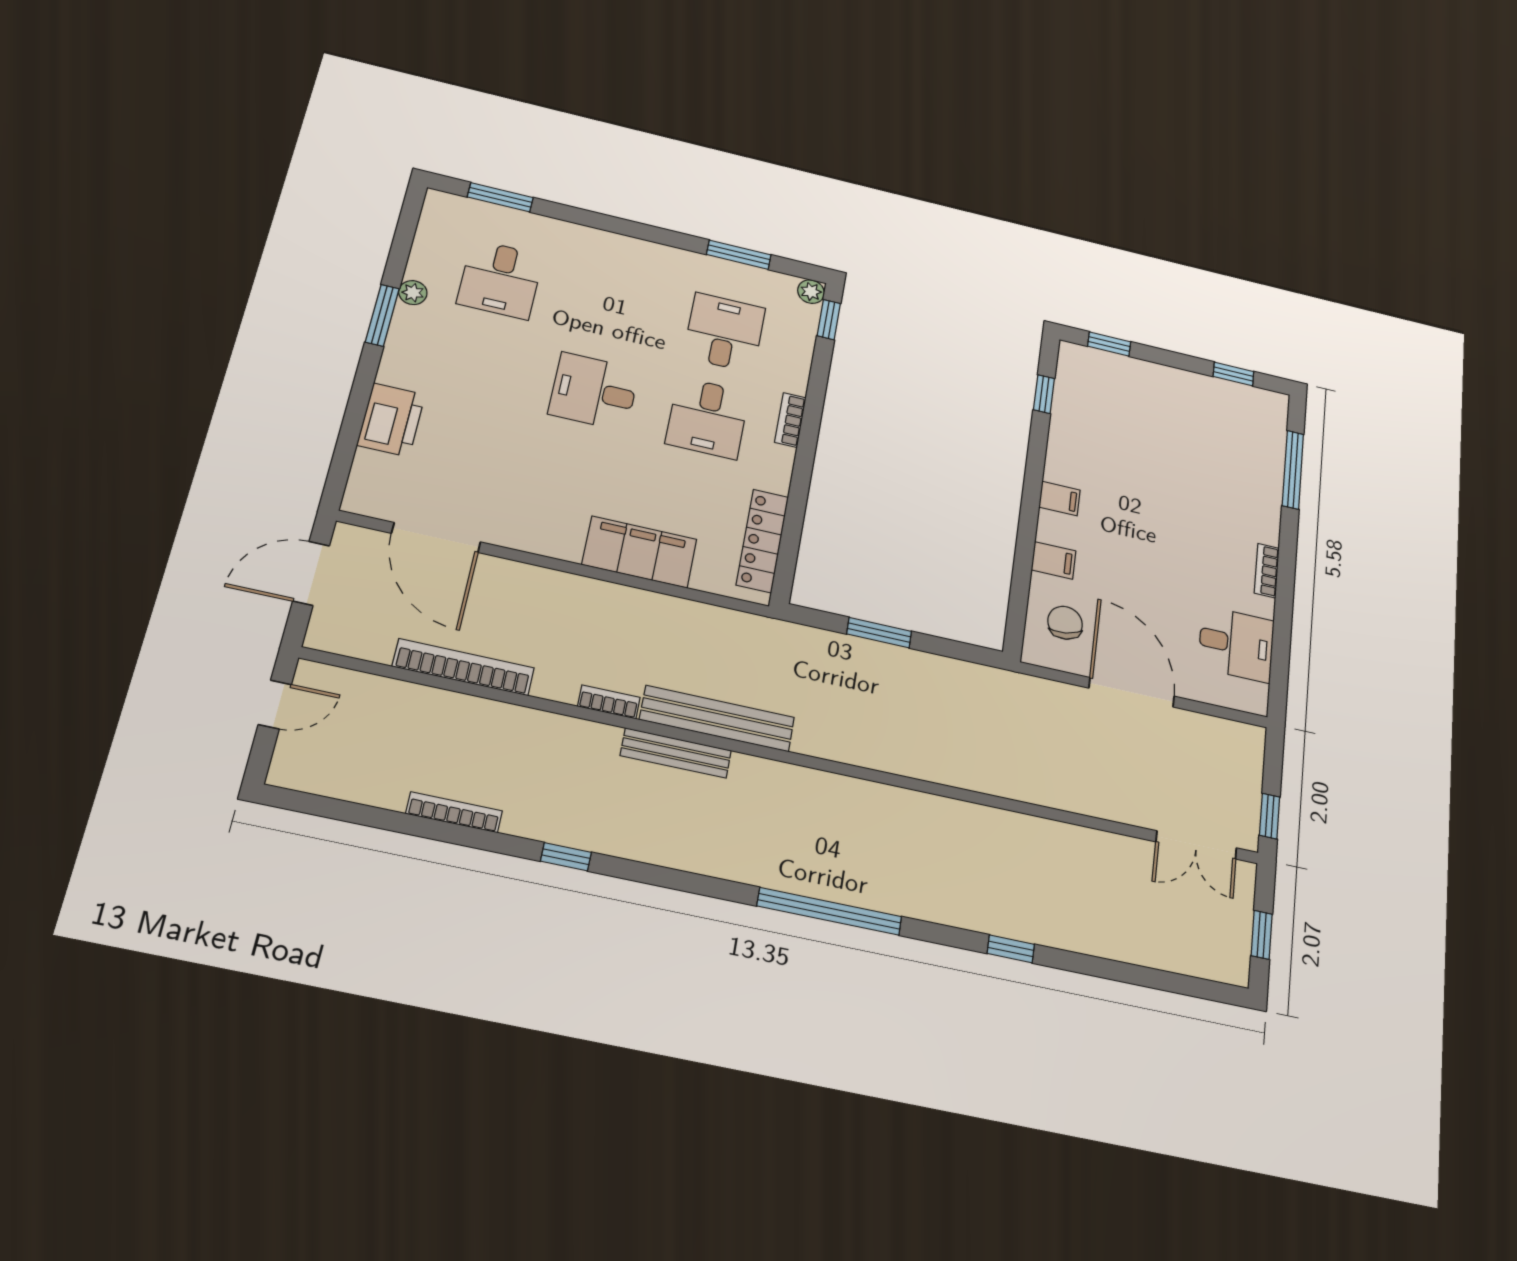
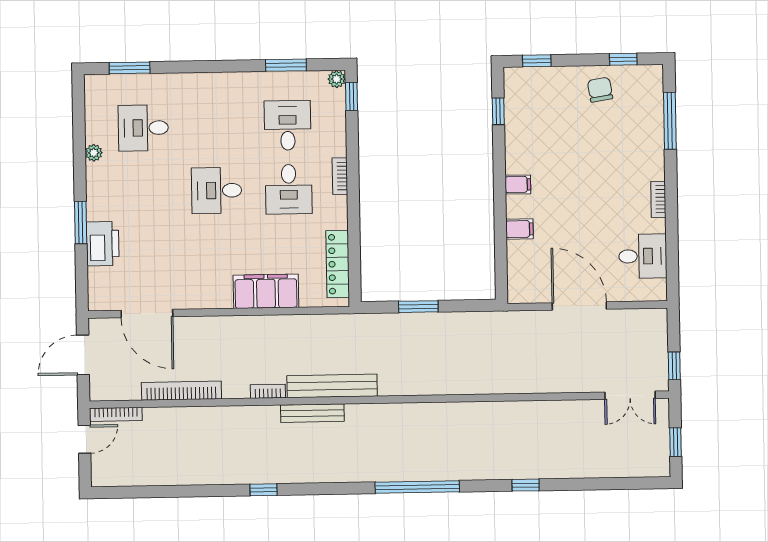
desk: (500, 279) -> (143, 128), turned 90
window: (382, 315) -> (81, 223), moved
chair: (1065, 623) -> (600, 90), moved
bookcase: (454, 812) -> (116, 414), moved, turned 180

